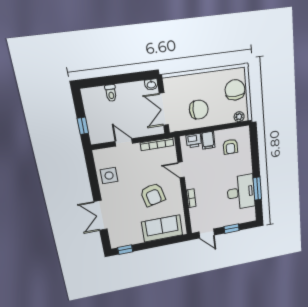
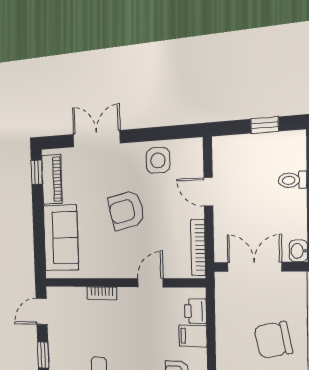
chair: (199, 110) -> (273, 340), moved, turned 78
window: (83, 126) -> (265, 125), moved
door: (124, 142) -> (208, 192), swing flipped
armchair: (153, 195) -> (126, 210), moved
piano: (128, 239) -> (52, 179), added

